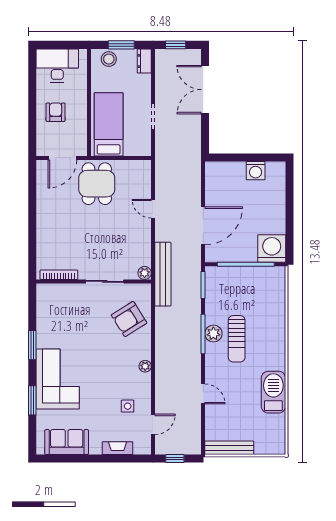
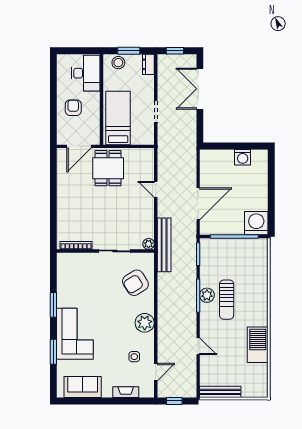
desk: (57, 65) -> (86, 73), moved, turned 90
plant: (145, 366) -> (145, 323), width x1.87, depth x1.87

